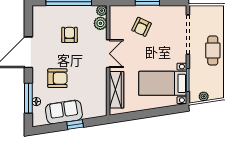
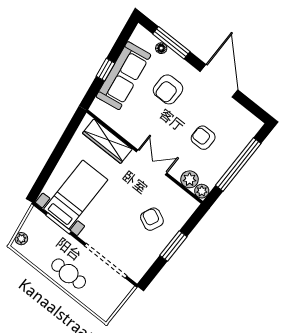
armchair: (69, 35) -> (203, 138), turned 180
double door: (108, 54) -> (152, 162), swing flipped
plant: (204, 96) -> (21, 239), moved
sofa: (64, 112) -> (123, 76), width x1.36

